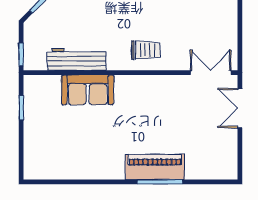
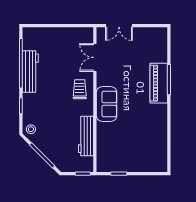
double door: (211, 73) -> (95, 57), moved
sofa: (88, 90) -> (107, 104), moved

